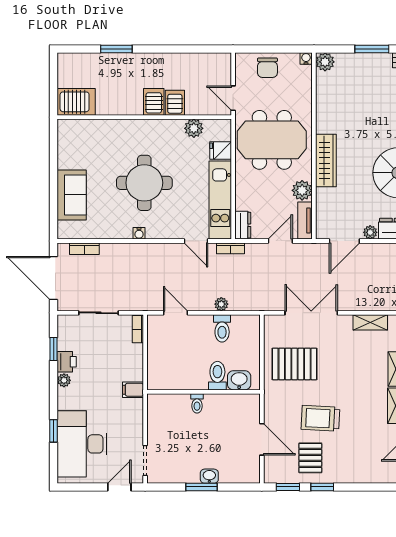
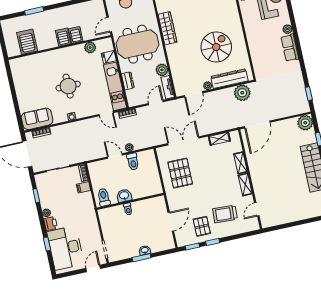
door: (233, 98) -> (109, 25), hinge flipped
server rack: (76, 102) -> (27, 42), moved, turned -90
wardrobe: (326, 160) -> (167, 28), moved
round table: (144, 183) -> (68, 86), width x0.73, depth x0.73
sofa: (72, 195) -> (37, 119), moved, turned -90
dresser: (243, 225) -> (128, 81), moved
door: (176, 313) -> (115, 156), moved
printer: (67, 362) -> (51, 223), moved
pallet: (295, 364) -> (180, 173), turned 90
toilet: (217, 376) -> (104, 197), moved
washbasin: (239, 380) -> (124, 196), moved
filing cabinet: (133, 390) -> (84, 187), moved
trolley: (320, 418) -> (225, 214), moved
door: (262, 439) -> (171, 222), hinge flipped

